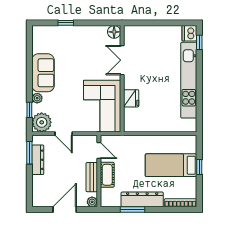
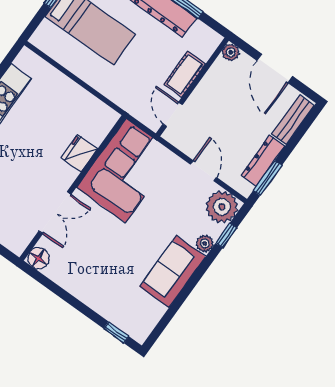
window: (66, 23) -> (116, 332), moved
bench: (92, 177) -> (293, 120), moved
door: (65, 210) -> (275, 68), hinge flipped

